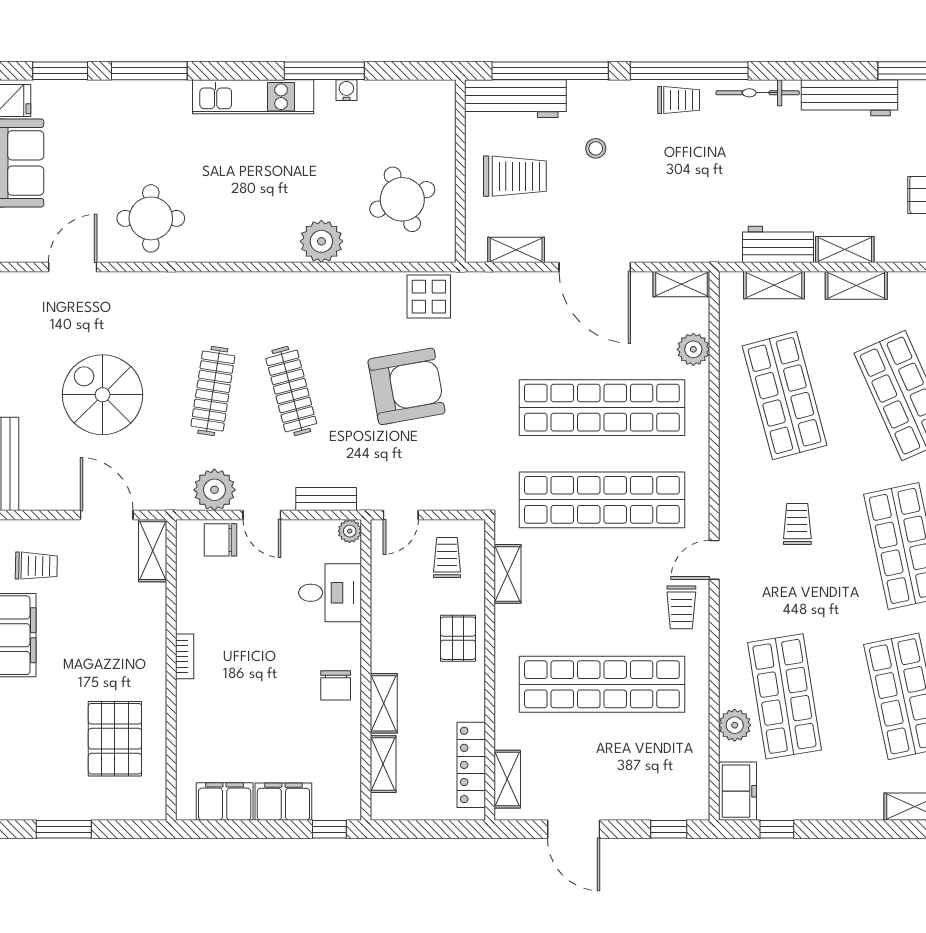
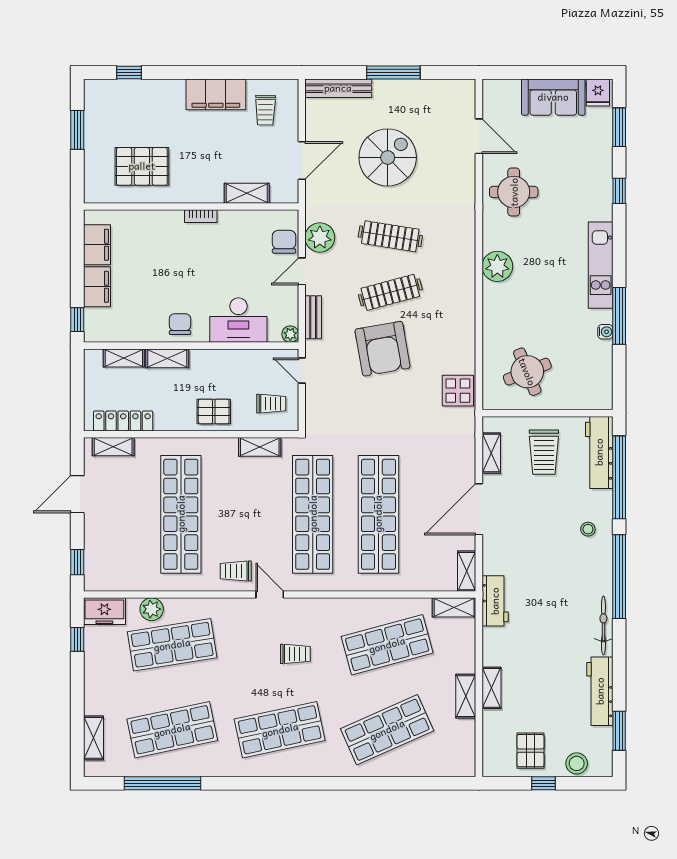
window: (149, 71) -> (619, 191), width x0.46
trolley: (679, 100) -> (598, 569), removed
stool: (596, 148) -> (588, 529), moved
plant: (321, 241) -> (497, 266), moved
workbench: (778, 244) -> (495, 601), moved
shelving: (774, 285) -> (454, 607), moved, turned 90
plant: (693, 349) -> (420, 580), removed
armchair: (406, 386) -> (383, 349), moved
shelving: (153, 551) -> (247, 193), moved
desk: (330, 593) -> (238, 320), width x1.37
chair: (336, 685) -> (180, 324), turned 90

